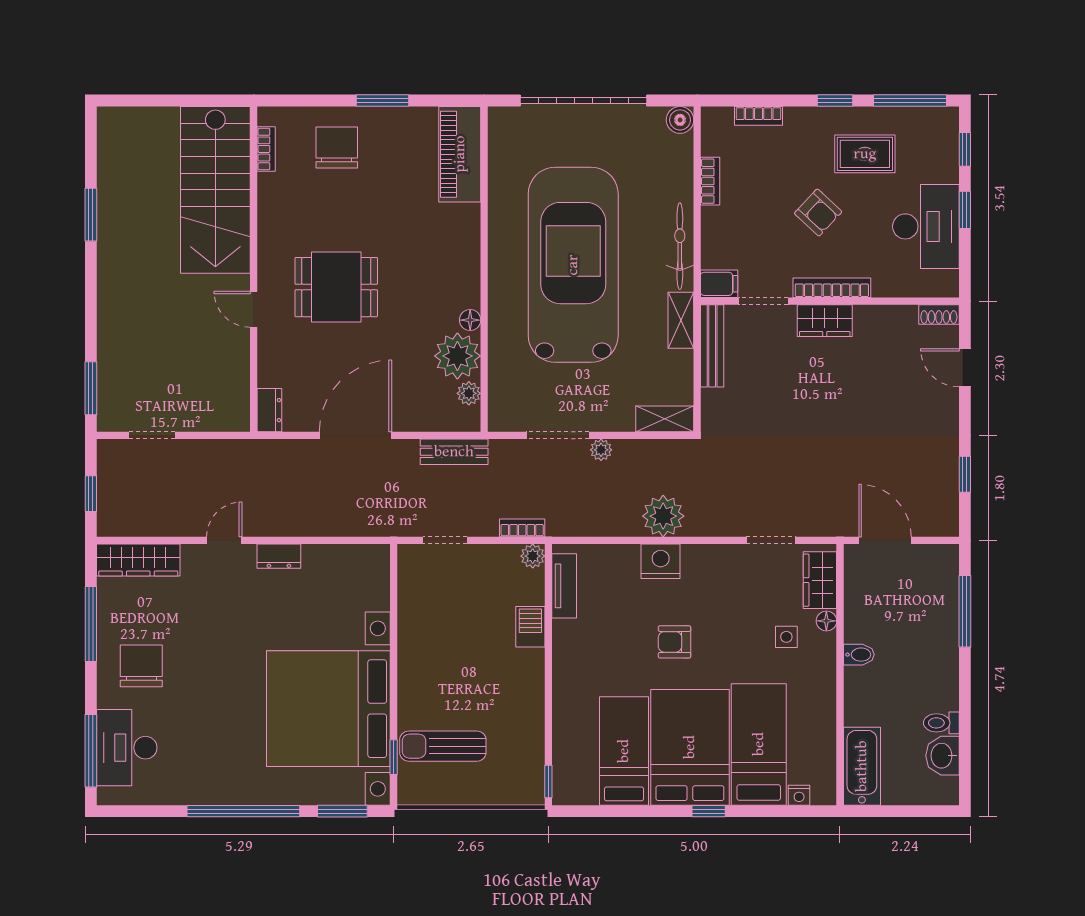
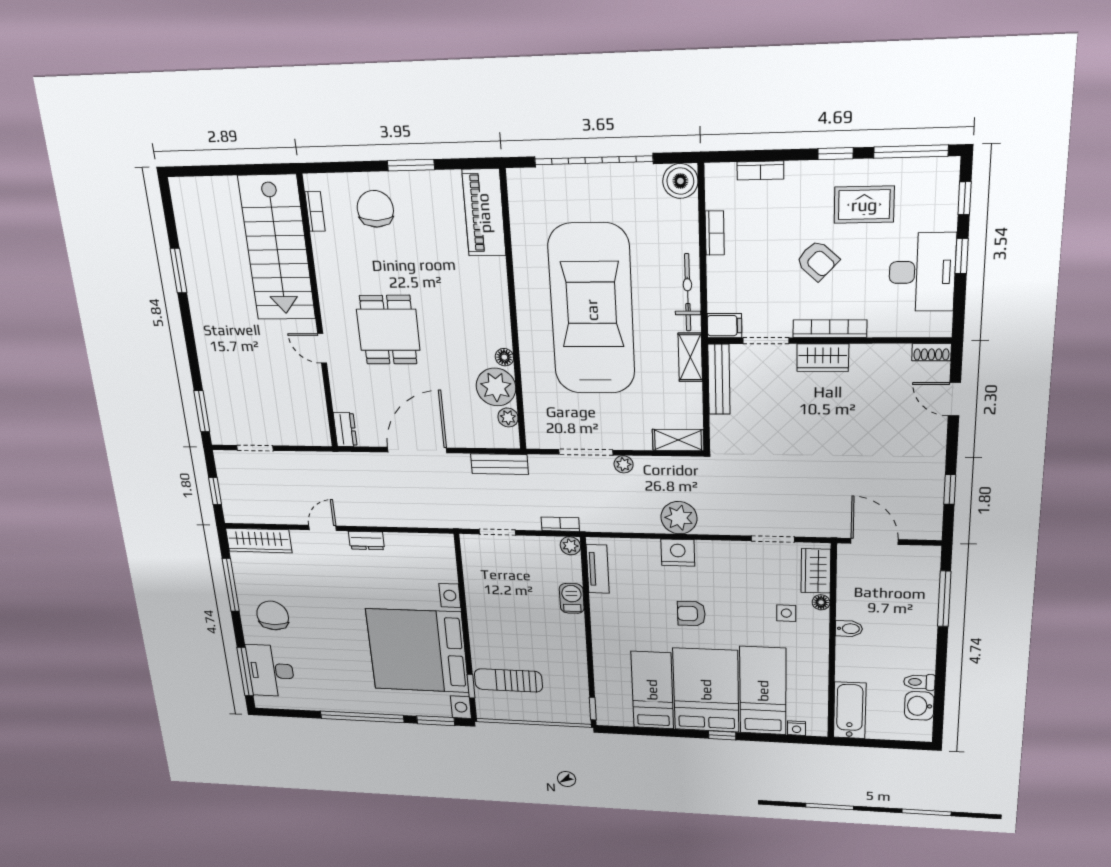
boiler: (680, 120) -> (680, 181), width x1.36, depth x1.36
dining table: (336, 287) -> (388, 330), turned 90

